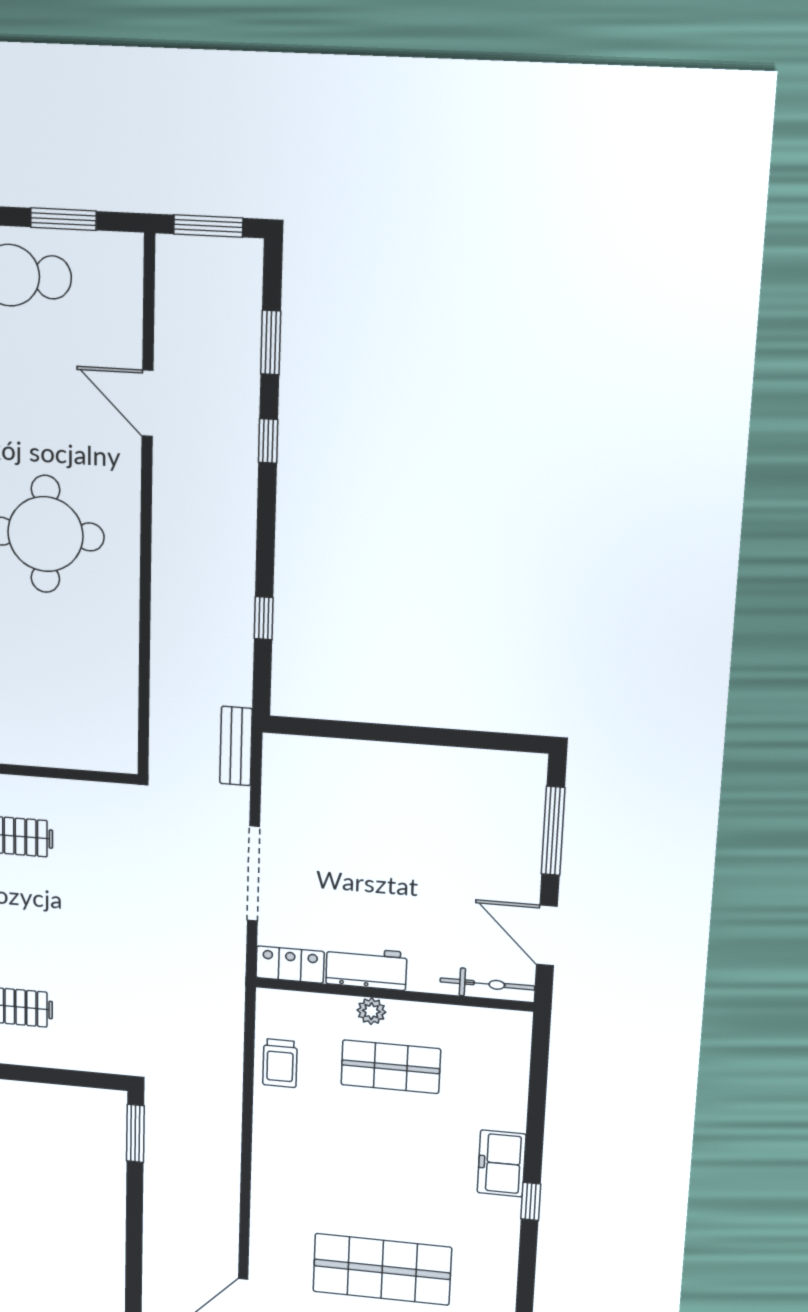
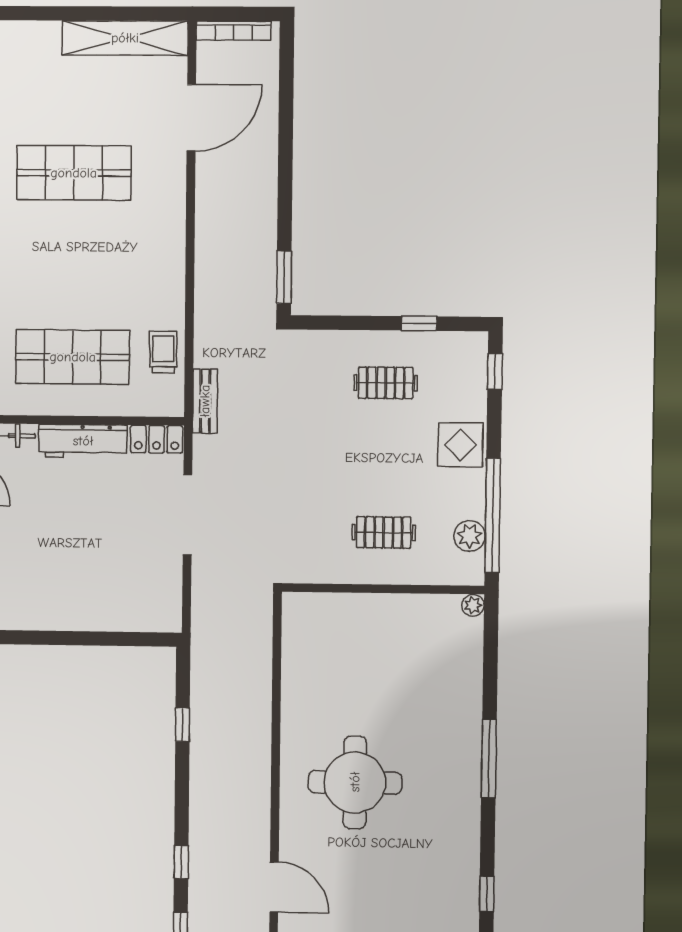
bench: (236, 746) -> (205, 401), moved
workbench: (366, 968) -> (83, 441), width x1.38
plant: (371, 1011) -> (90, 404), removed
shop shelf: (391, 1067) -> (73, 357), width x1.43, depth x1.36

